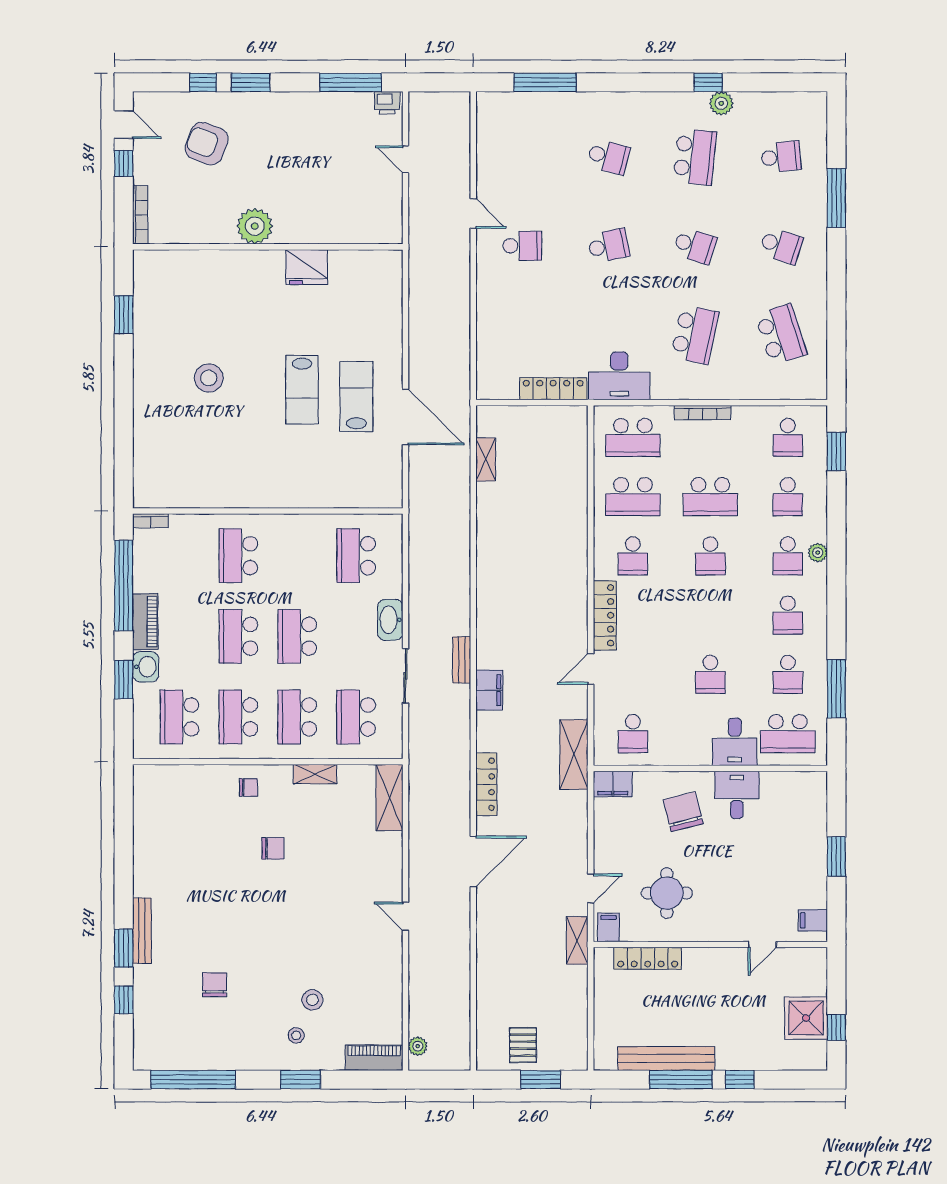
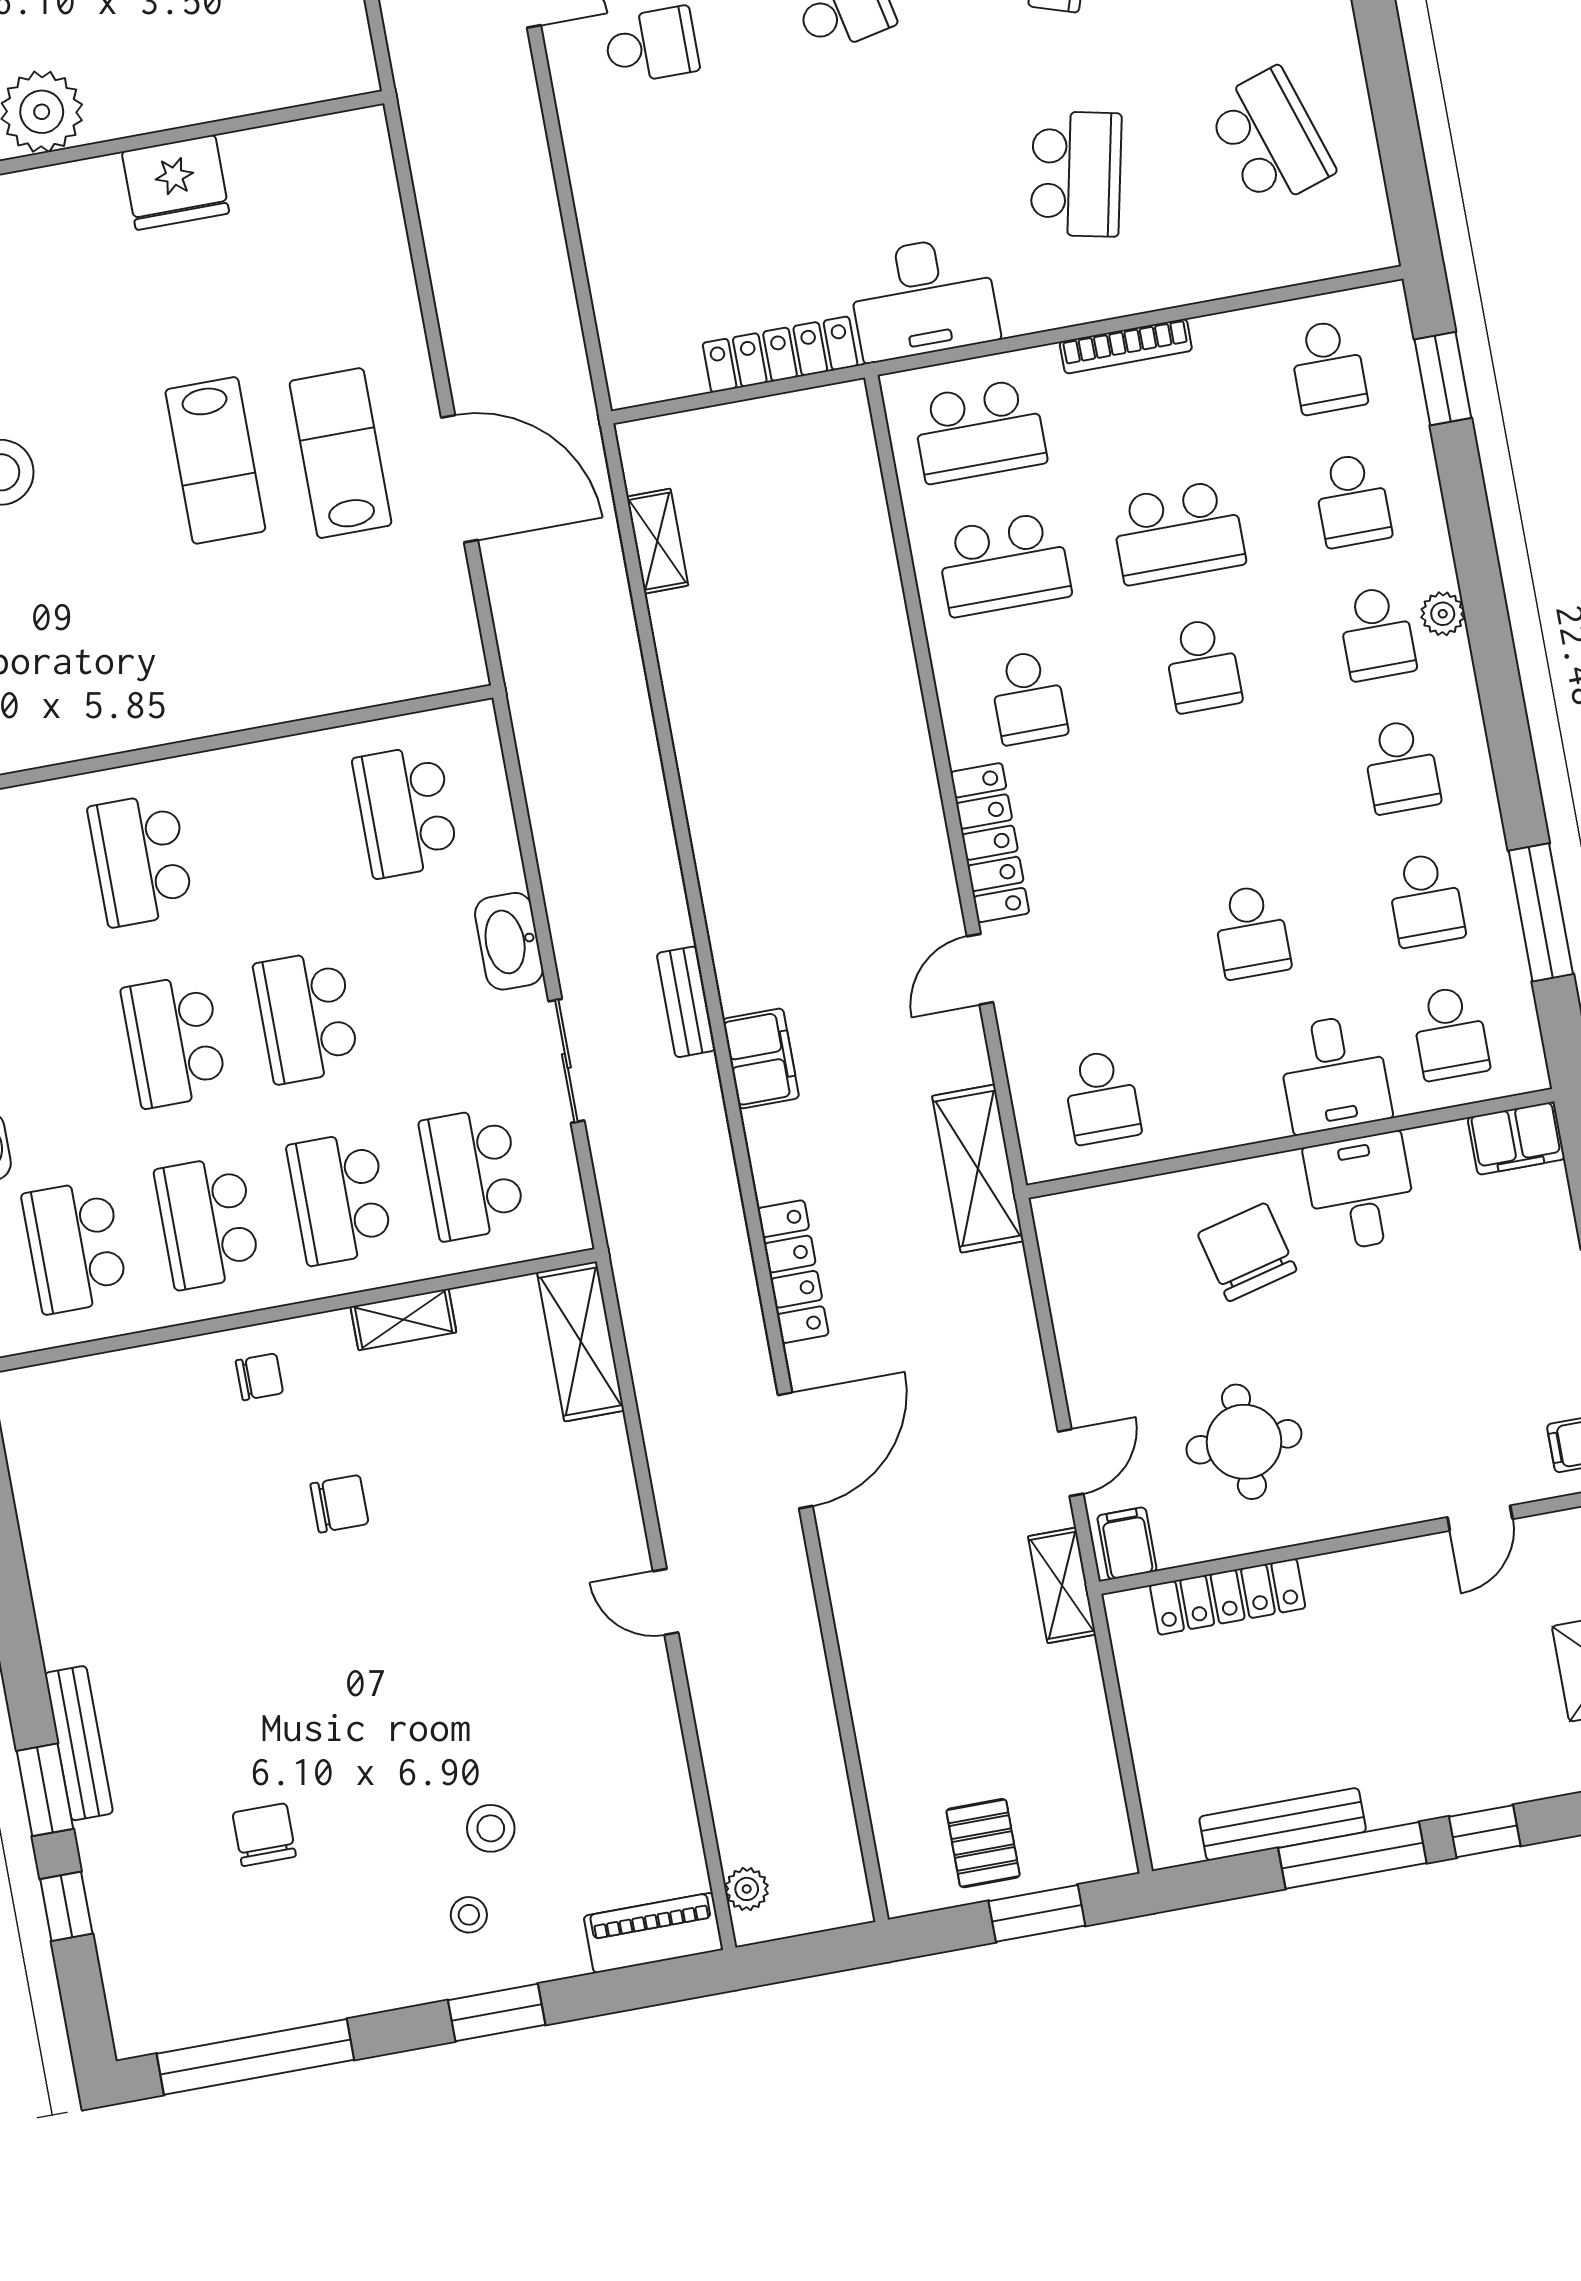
school desk: (788, 734) -> (1450, 1033), width x0.54
filing cabinet: (613, 784) -> (1516, 1138), moved
bench: (666, 1058) -> (1283, 1824), width x0.73, depth x0.82

